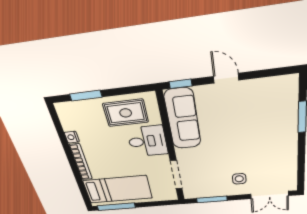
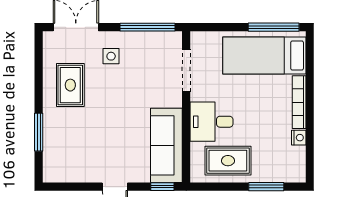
rug: (273, 156) -> (70, 85), added
window: (212, 199) -> (147, 27), width x1.44

